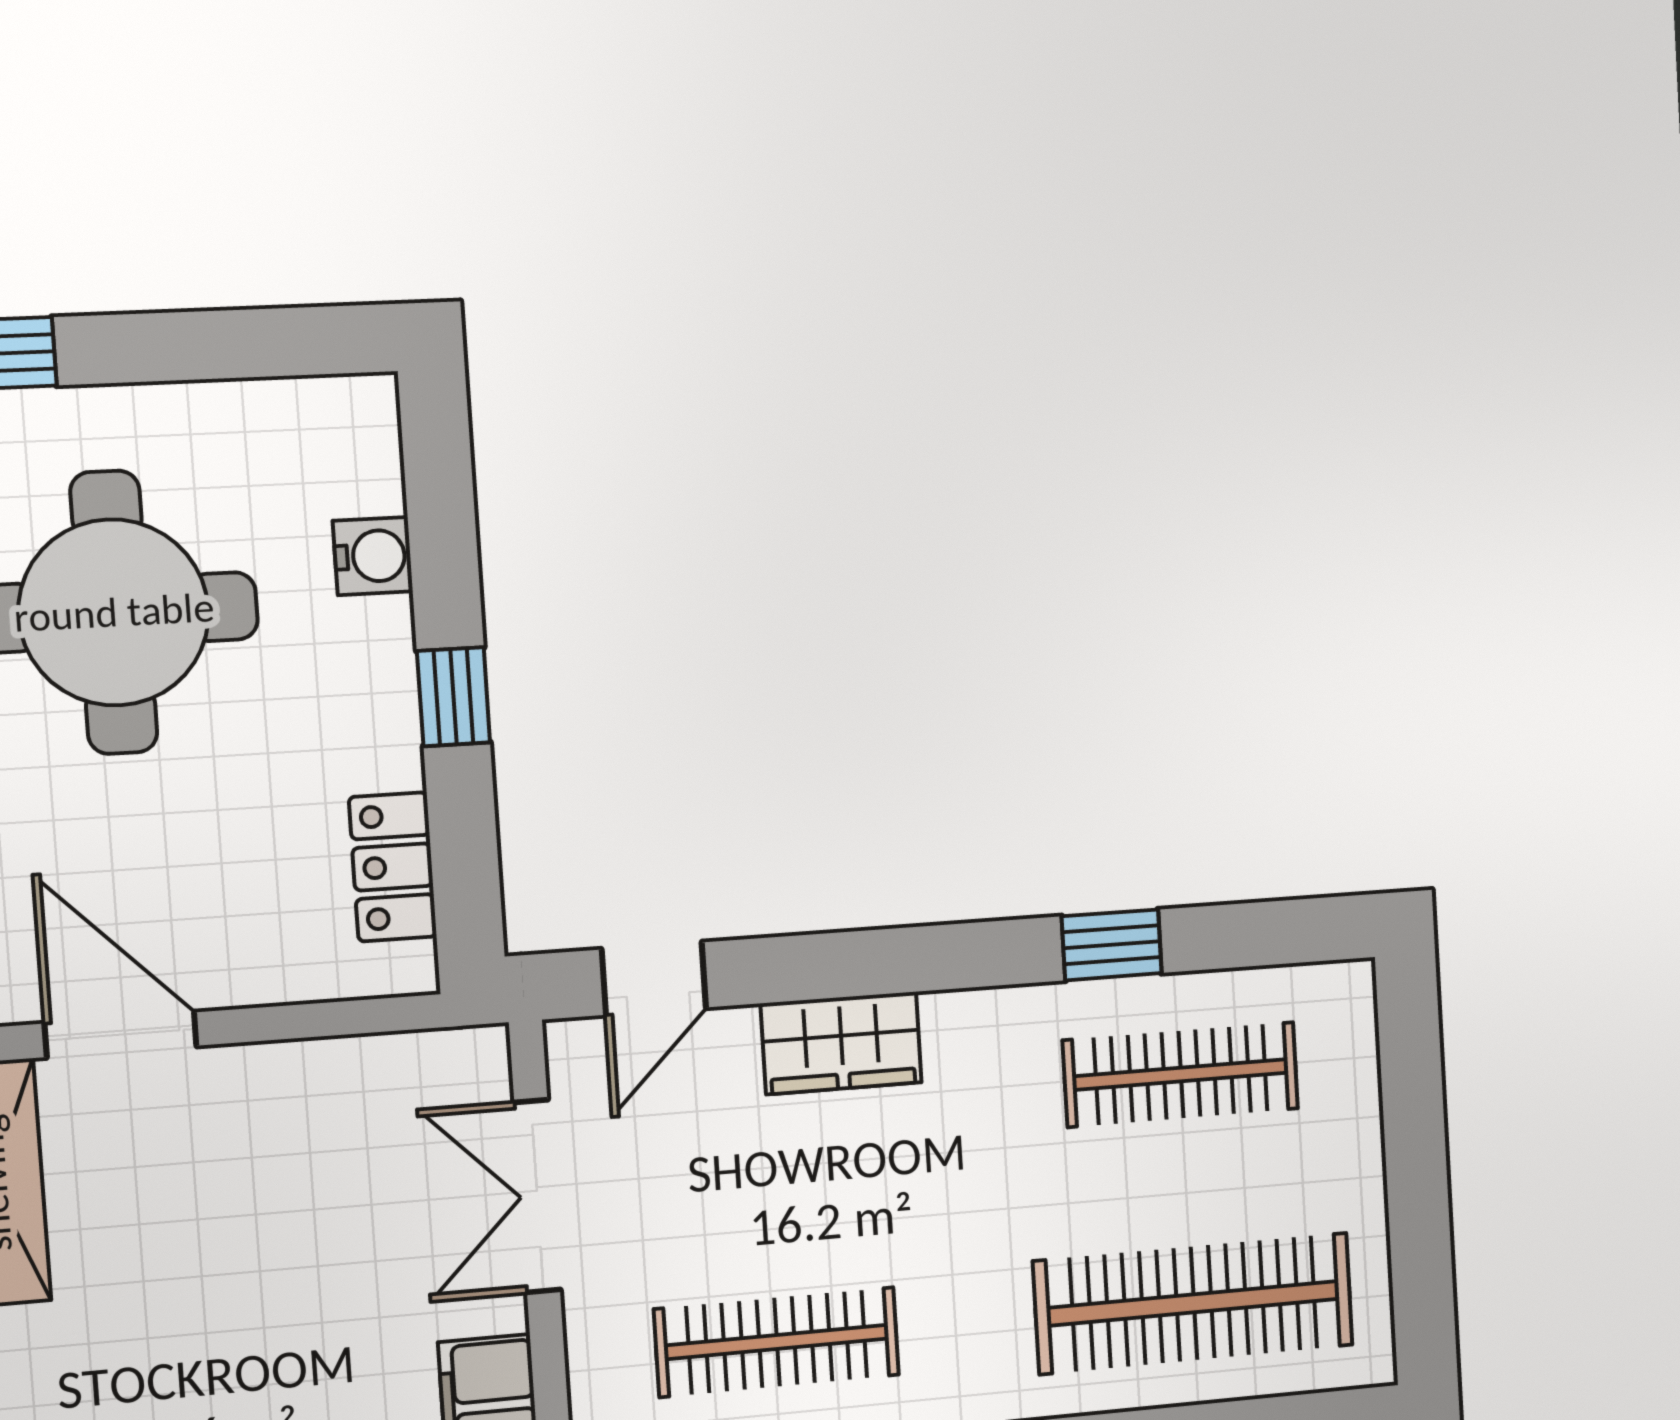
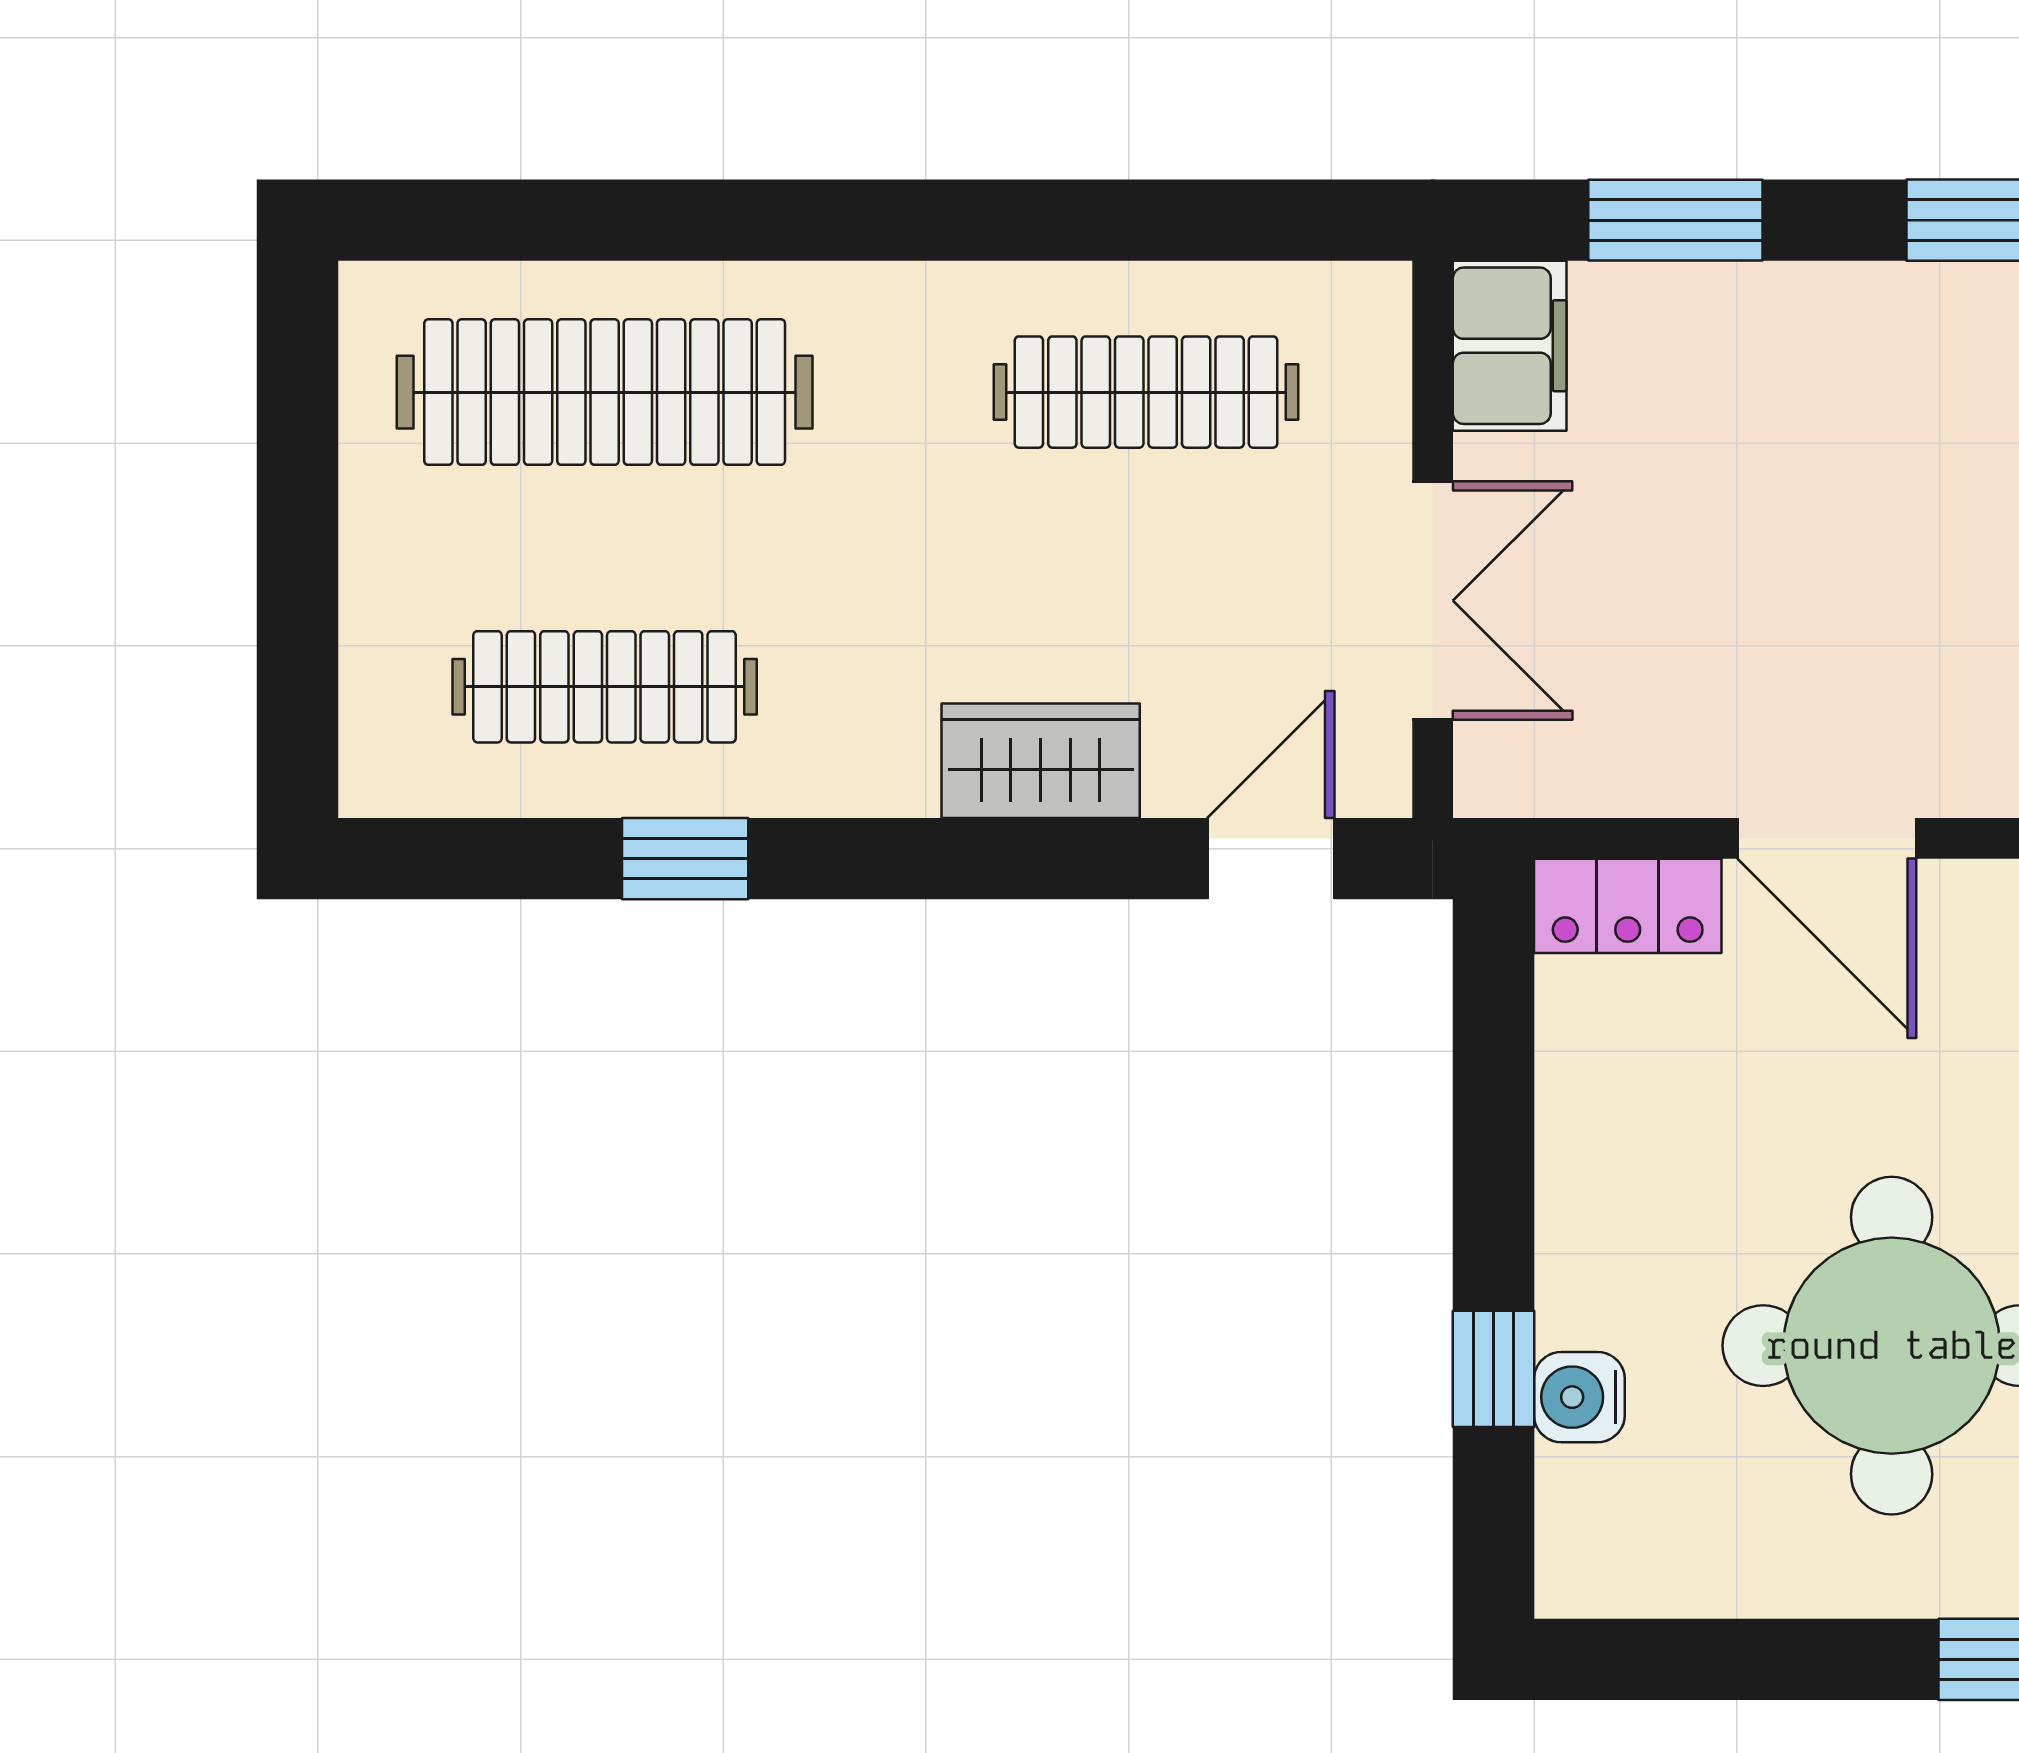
window: (454, 697) -> (1494, 1369), moved
locker: (393, 867) -> (1628, 906), moved, turned 90
door: (121, 1035) -> (1827, 838), moved

